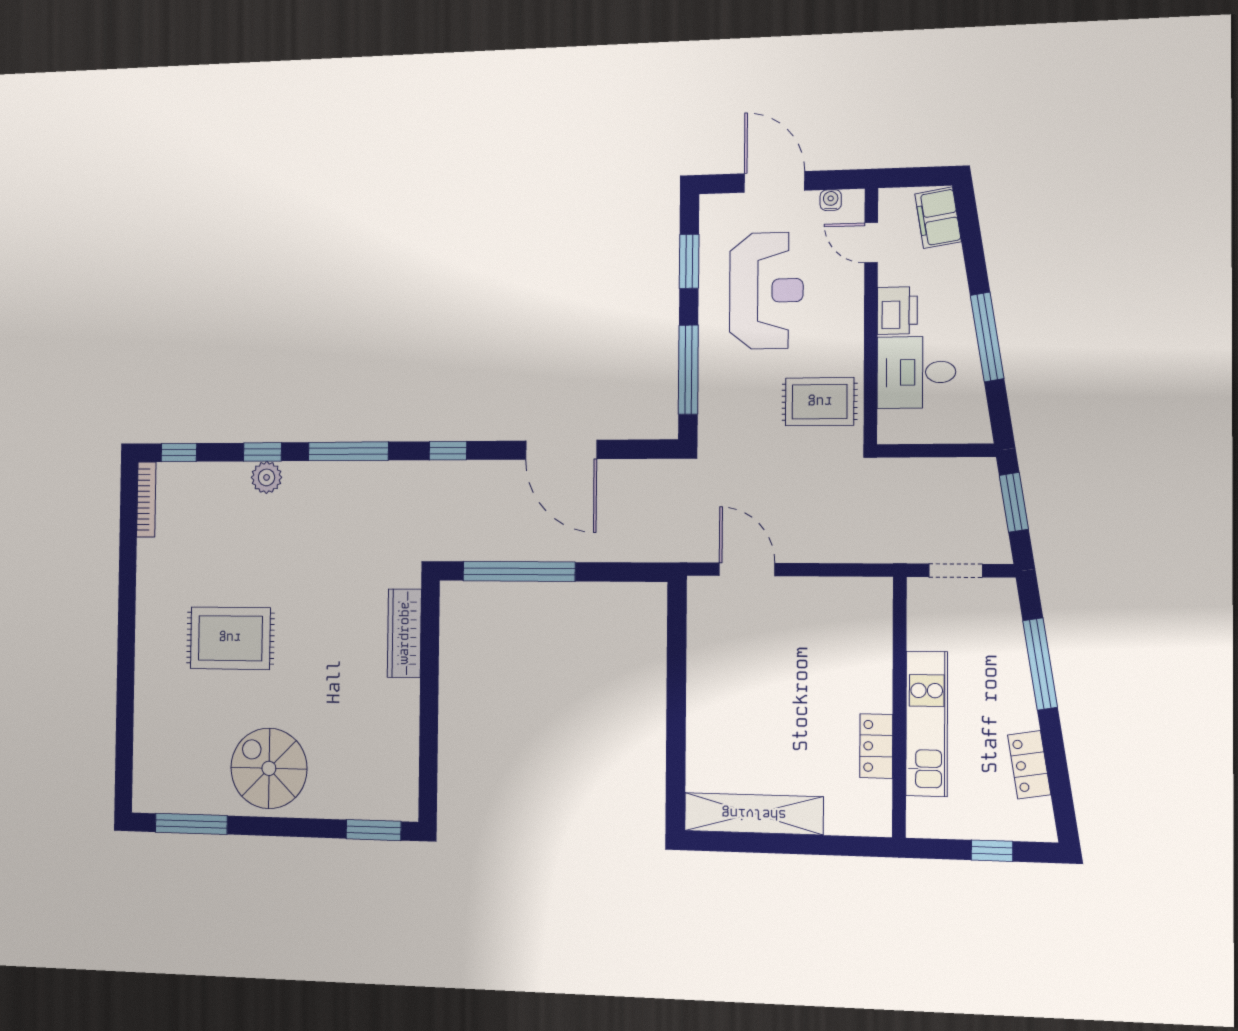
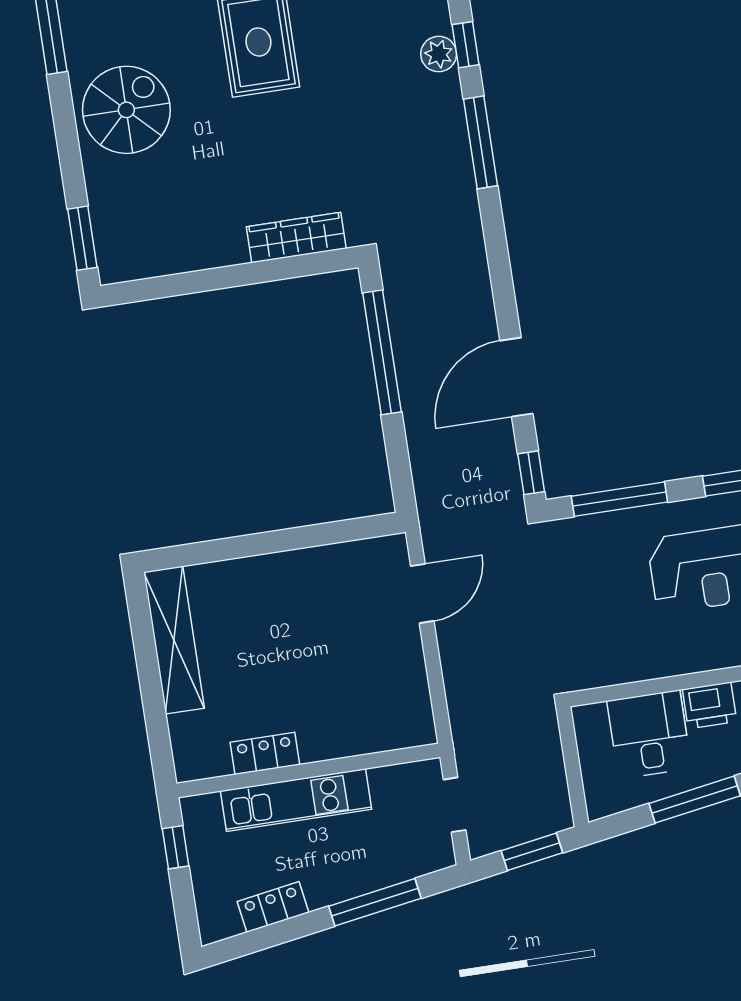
rug: (820, 402) -> (605, 641), removed
window: (448, 451) -> (531, 473), moved
window: (992, 851) -> (176, 847), moved

